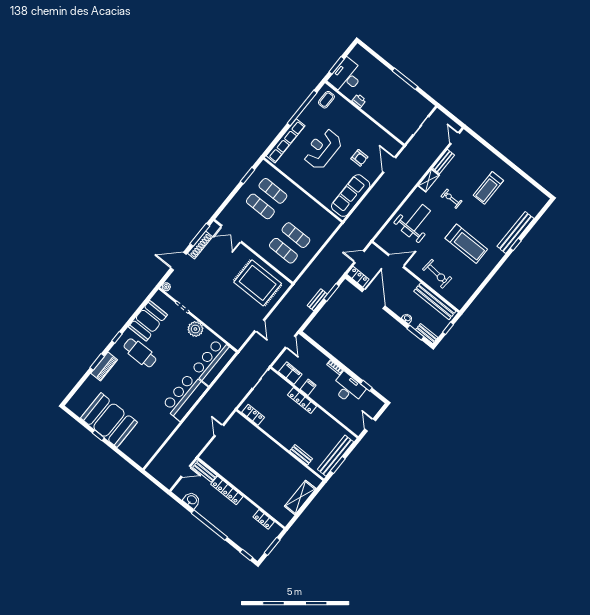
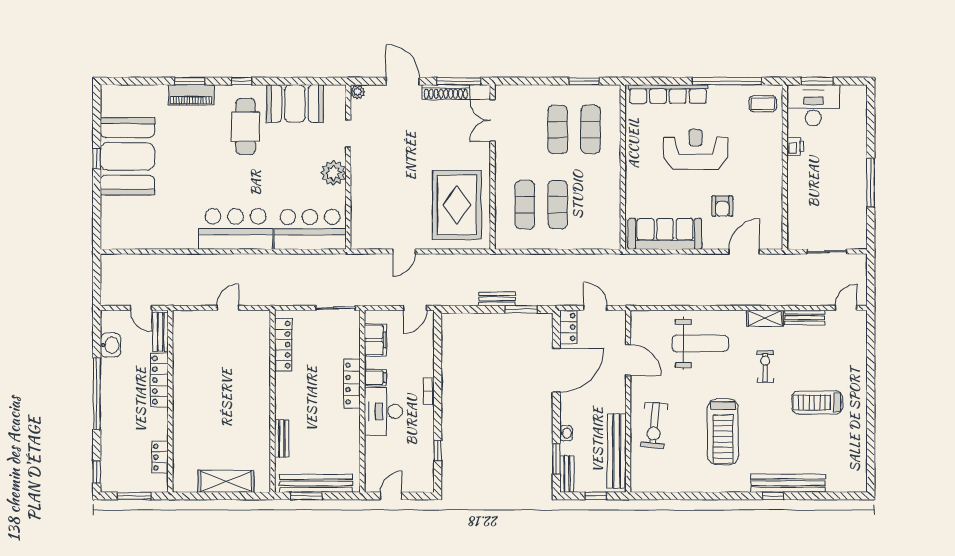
desk: (348, 388) -> (383, 411), moved, turned 180
locker: (253, 415) -> (283, 345), width x1.53

